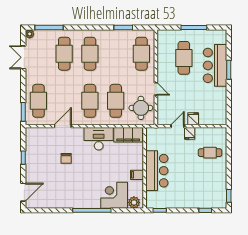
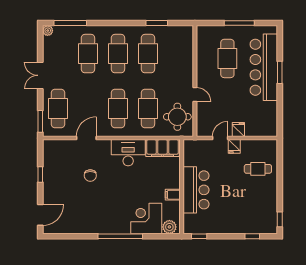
cafe table: (141, 54) -> (148, 54), moved
double door: (23, 57) -> (40, 75), moved
bar counter: (215, 65) -> (264, 67), width x1.36

